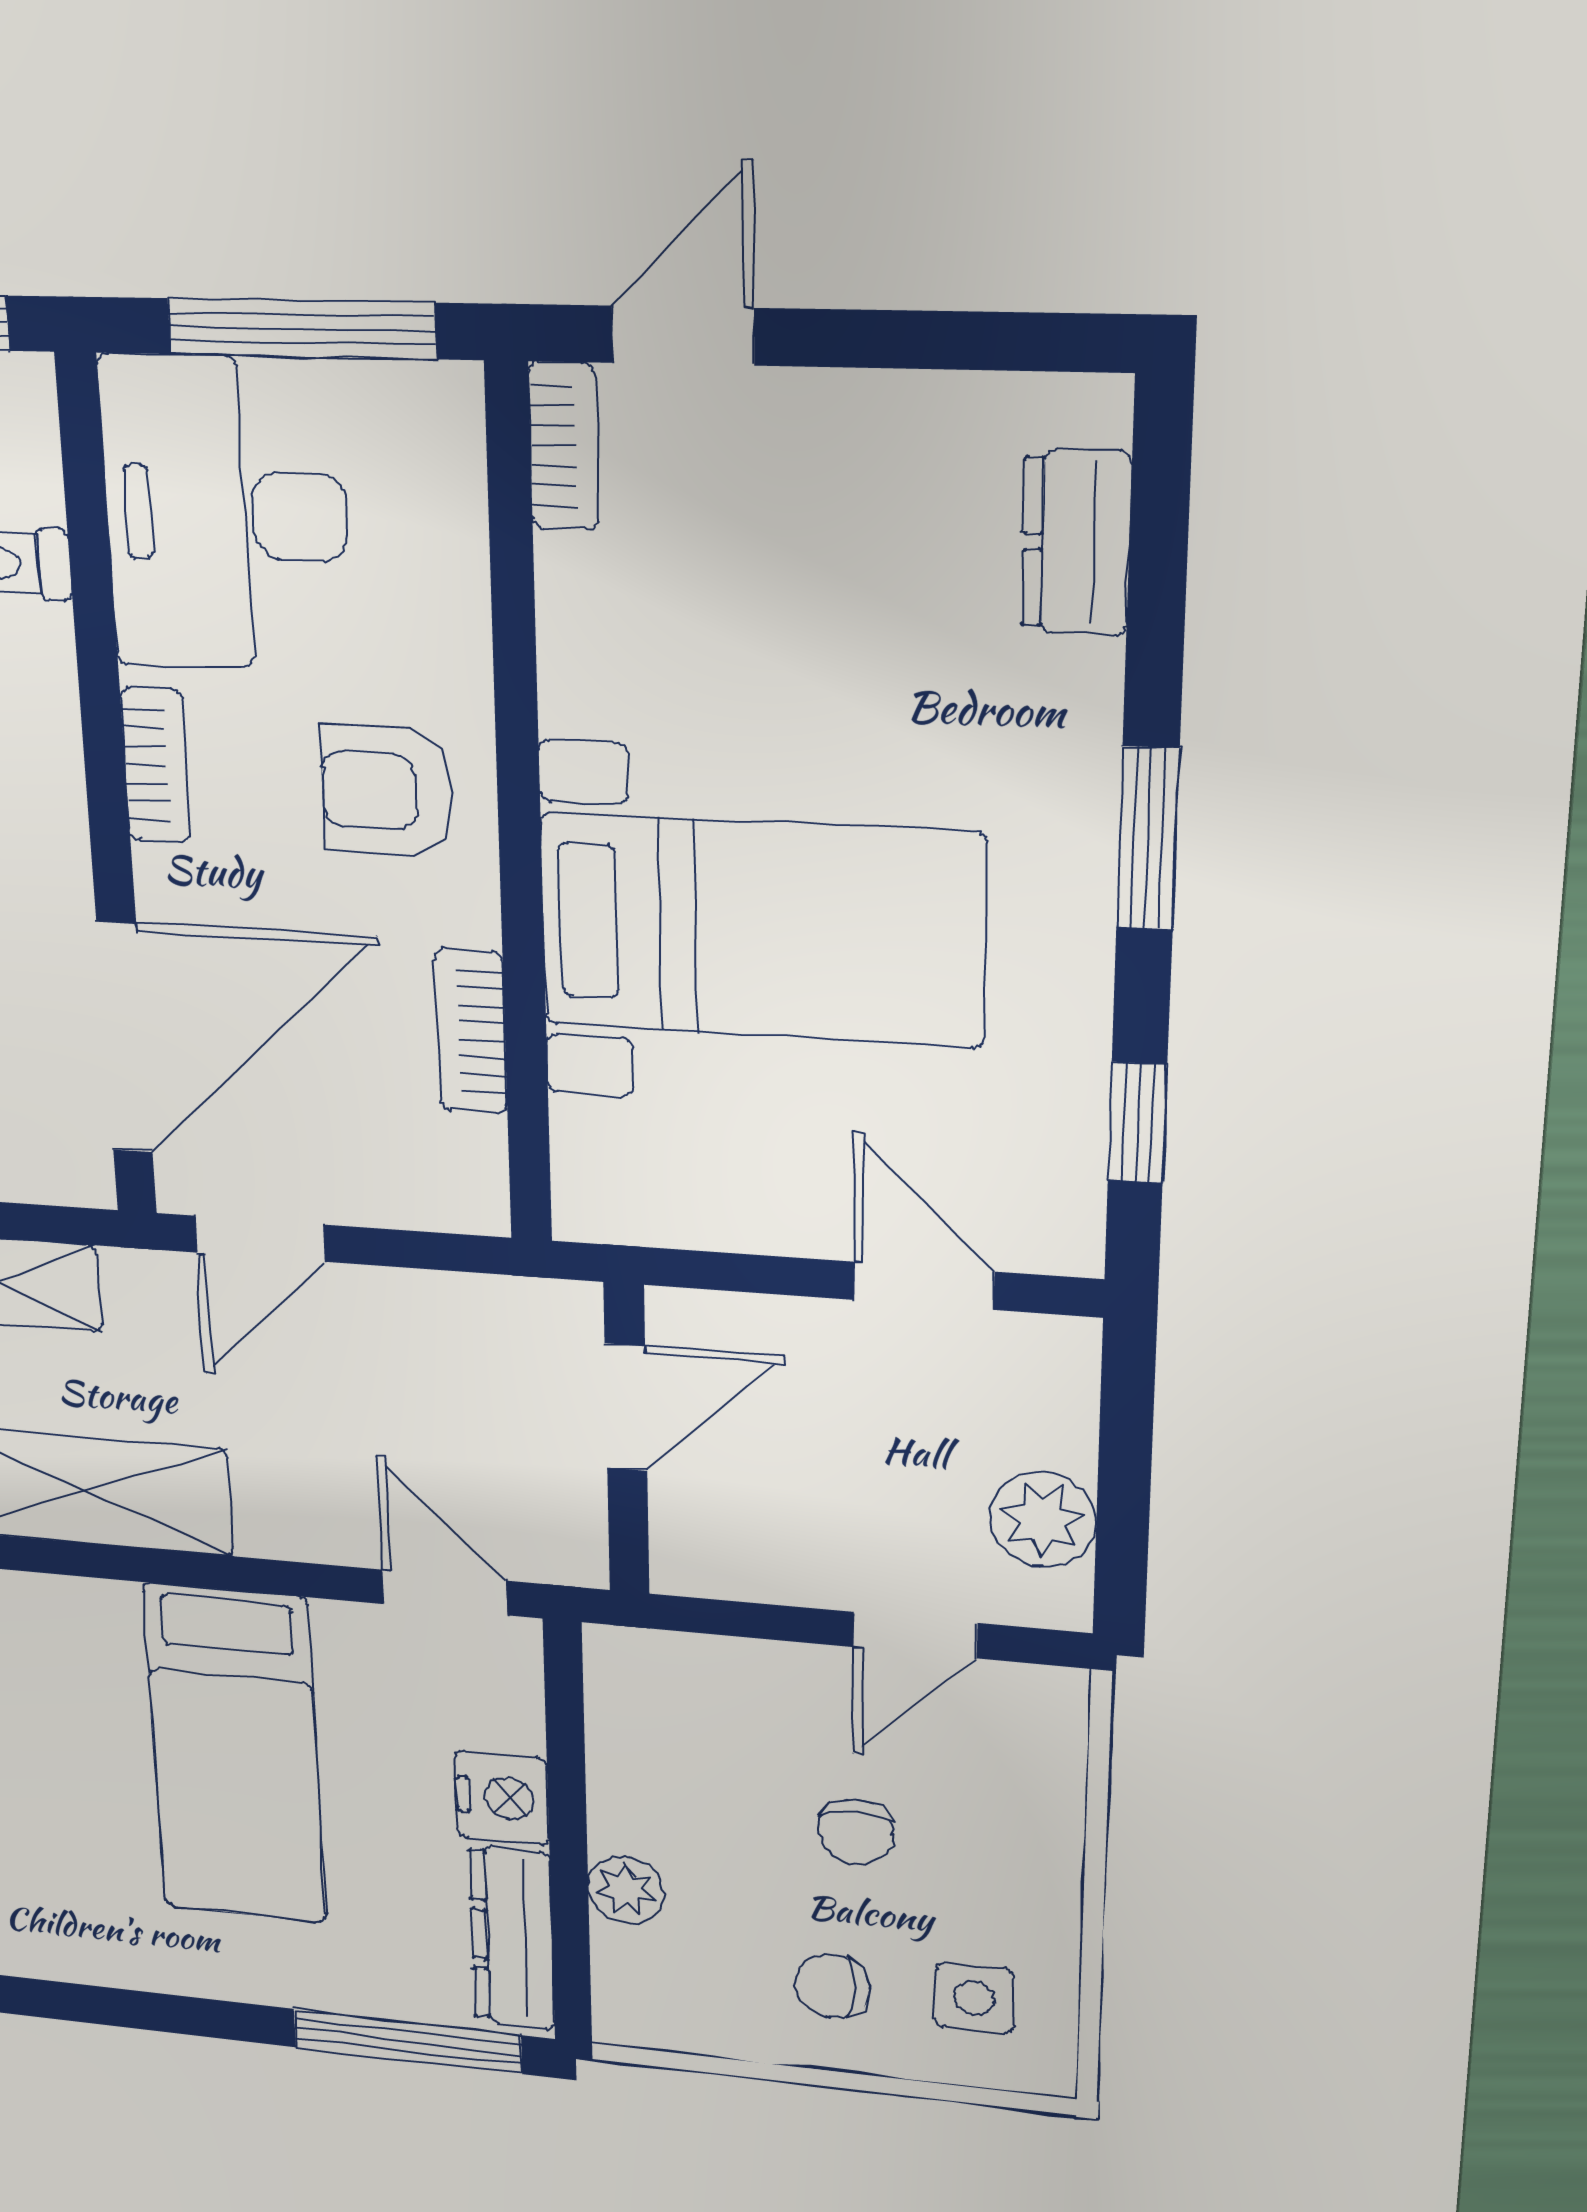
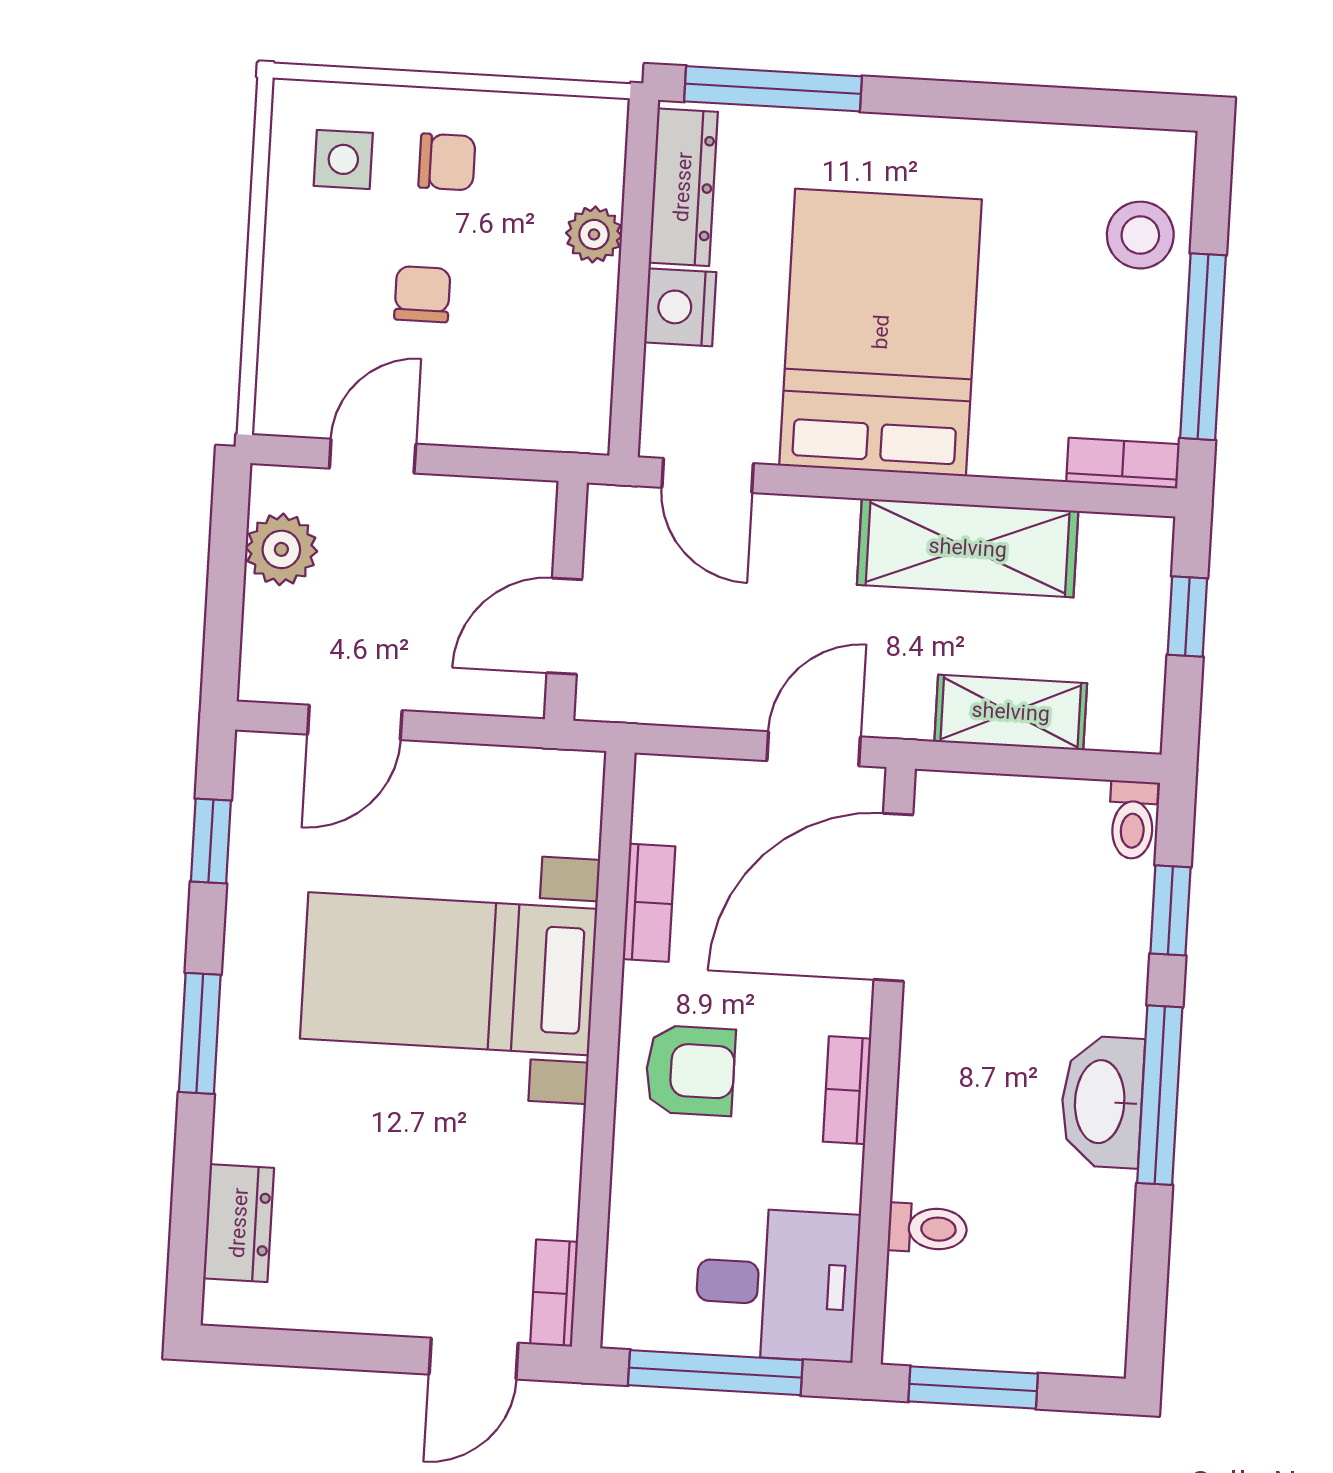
desk: (226, 514) -> (777, 1284), width x0.73
door: (923, 1286) -> (355, 722), hinge flipped
bed: (235, 1755) -> (881, 332), width x1.50

